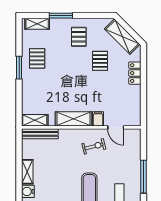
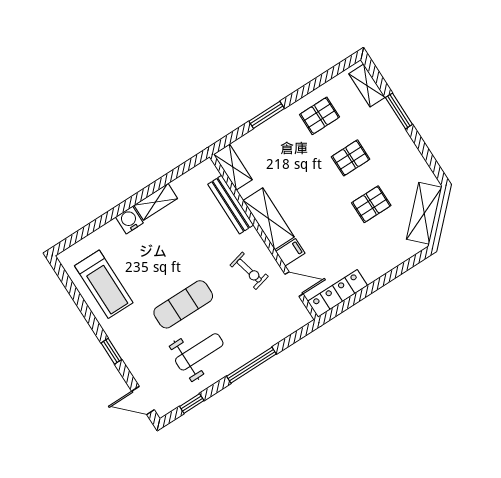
pallet: (79, 37) -> (351, 158), moved
window: (19, 68) -> (267, 115), moved
locker: (135, 73) -> (338, 293), moved, width x1.53
door: (116, 127) -> (294, 284), swing flipped
bench: (40, 134) -> (231, 205), moved

